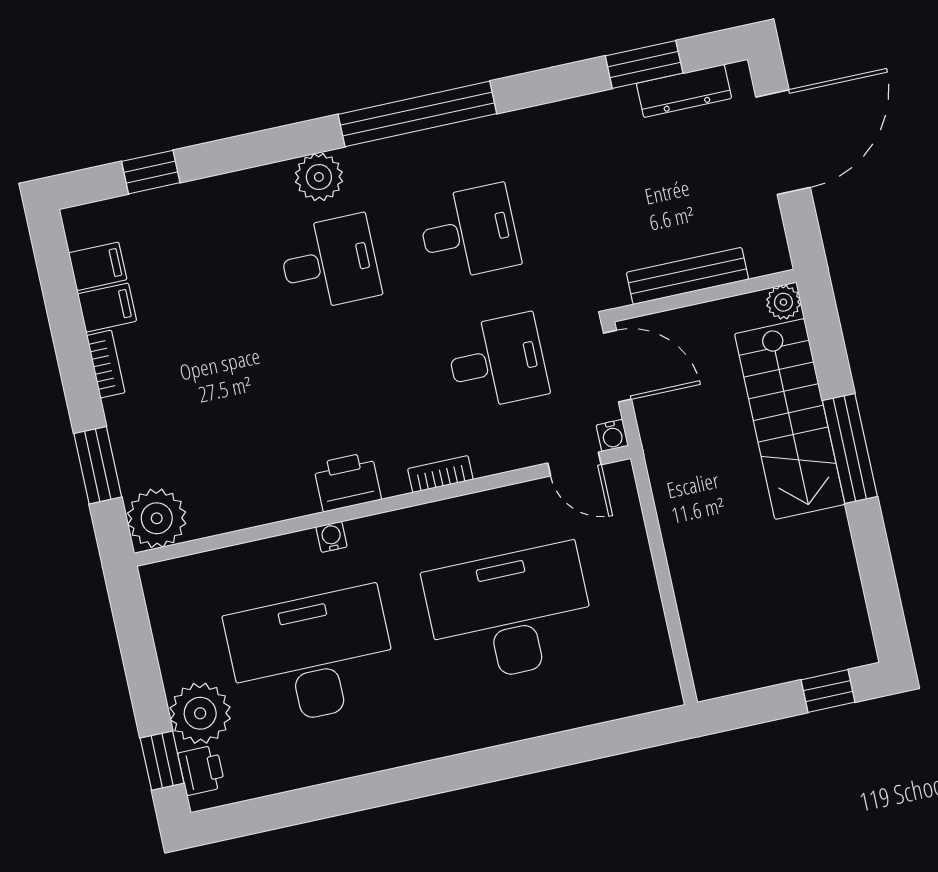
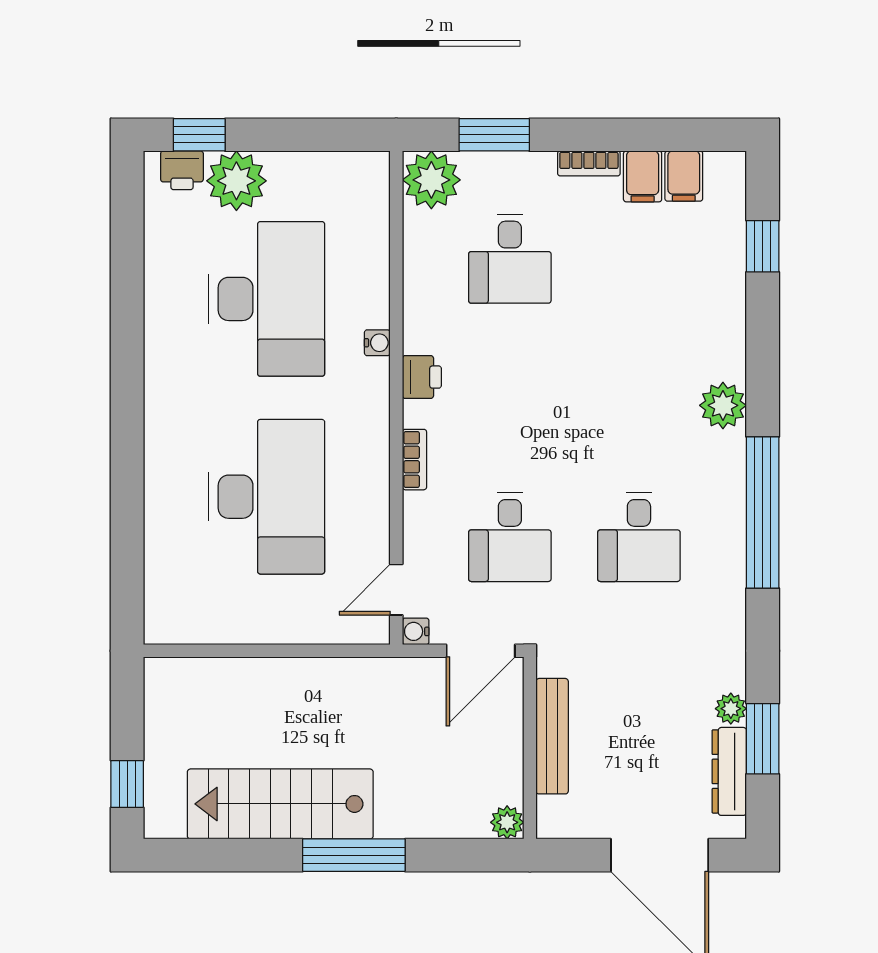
plant: (621, 103) -> (731, 709), added
desk: (330, 263) -> (510, 259), moved
stairs: (790, 419) -> (280, 804), moved
printer: (347, 482) -> (422, 377), width x0.73, depth x0.81

